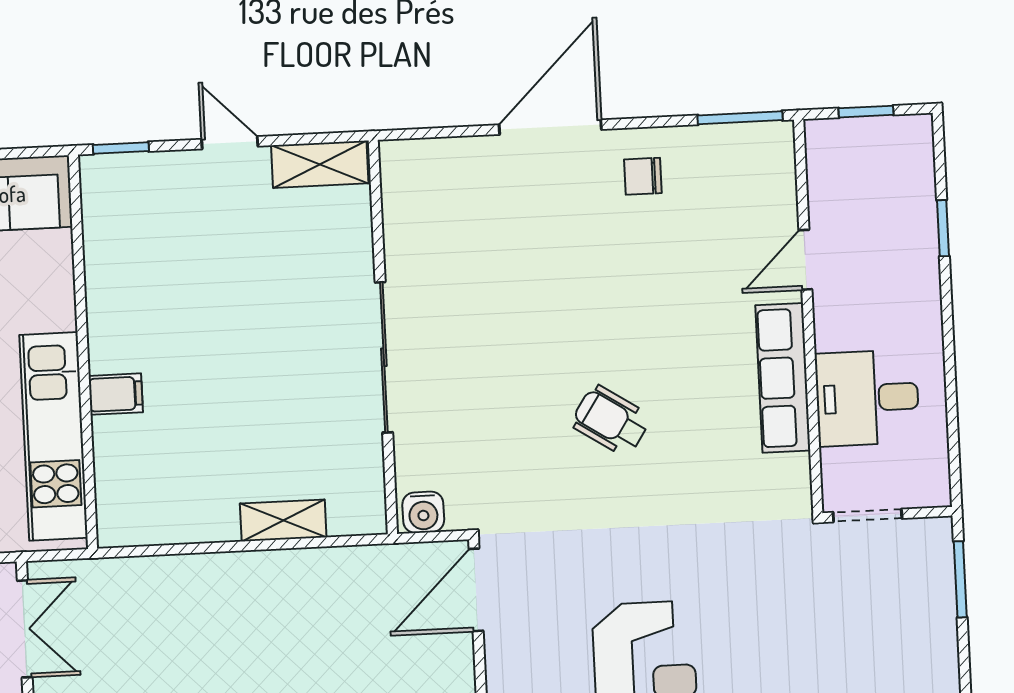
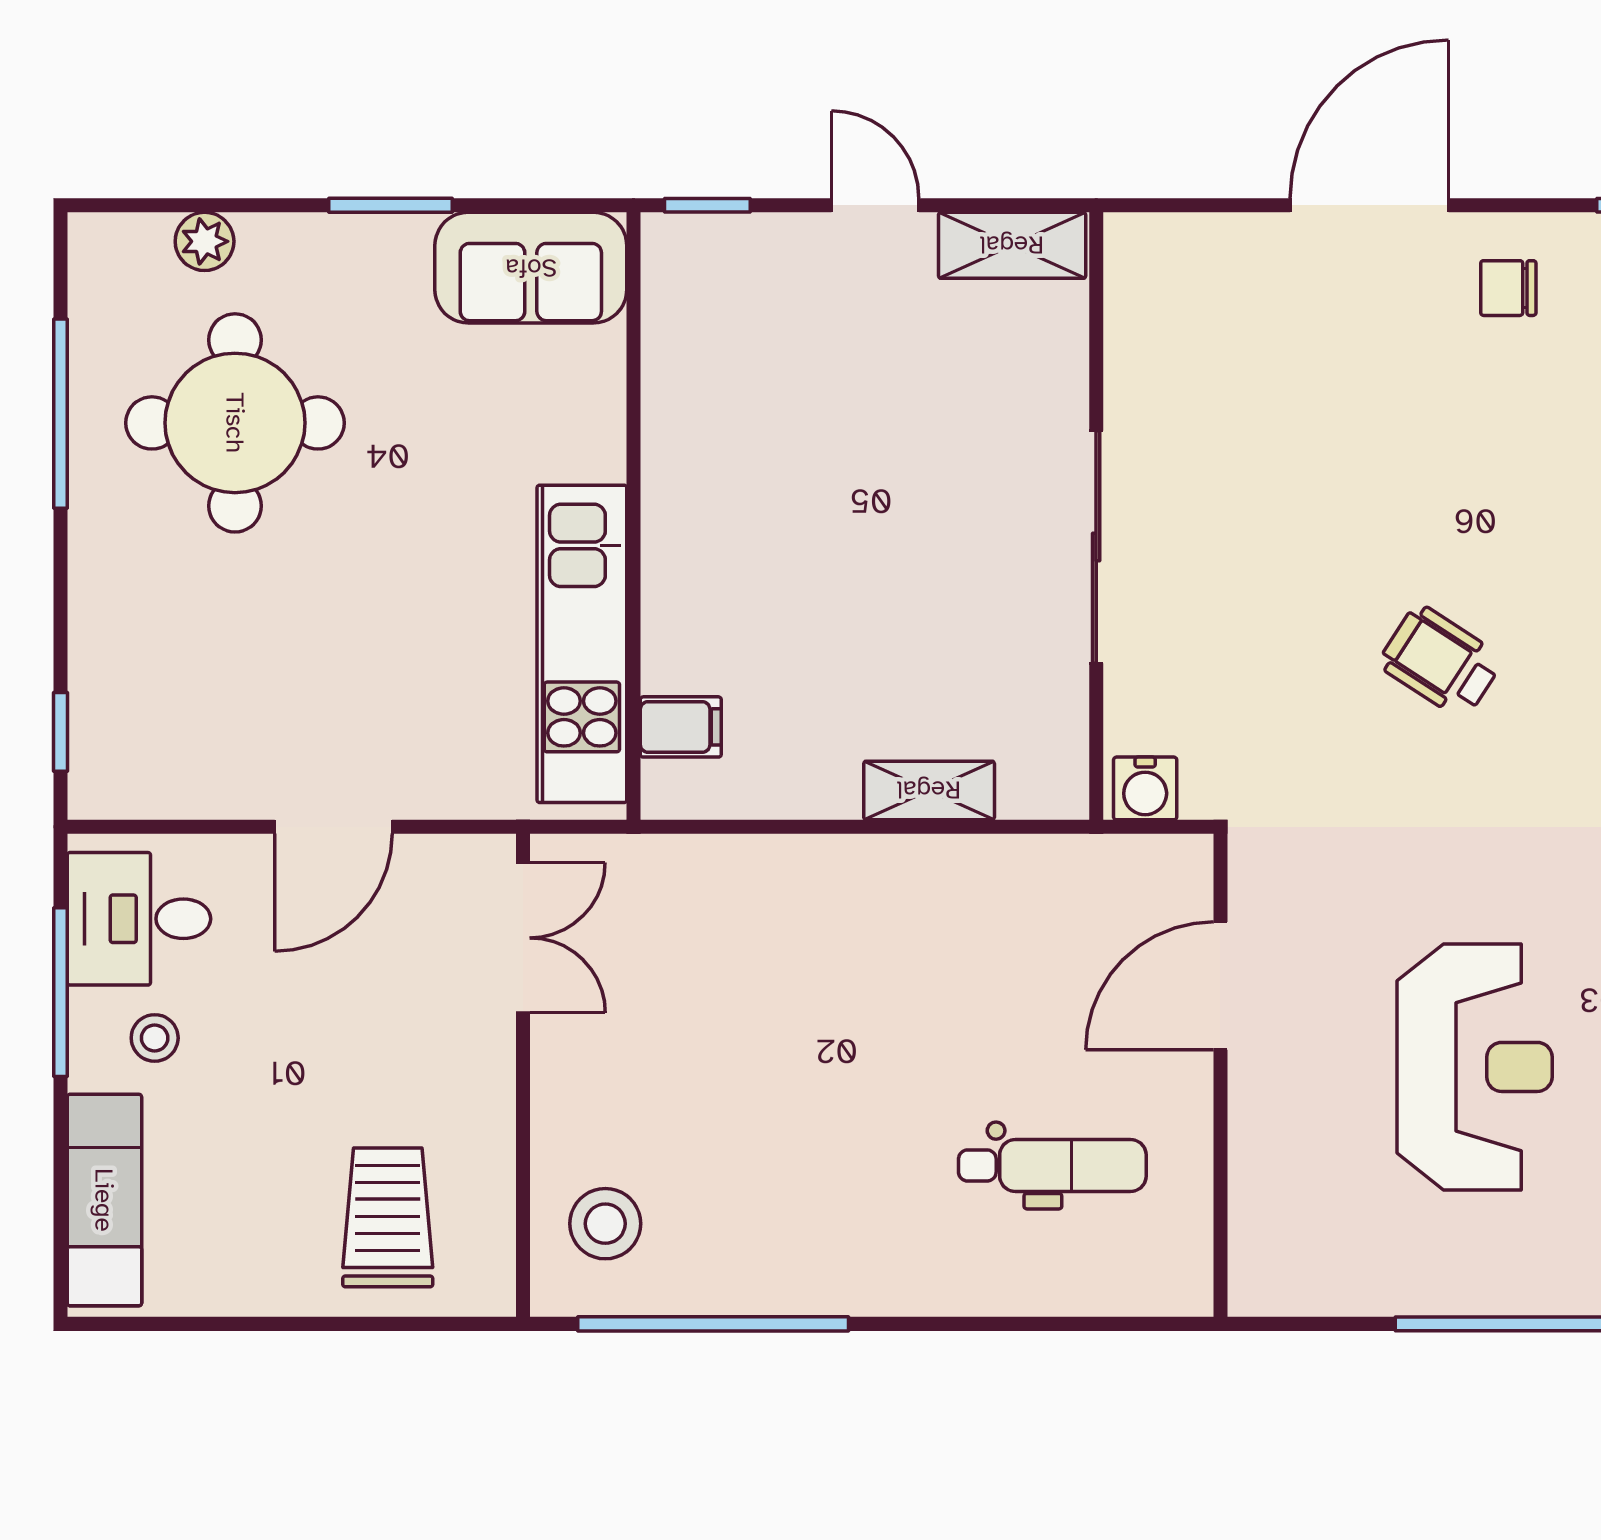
filing cabinet: (116, 394) -> (681, 727), moved
door: (476, 590) -> (1220, 986), moved

